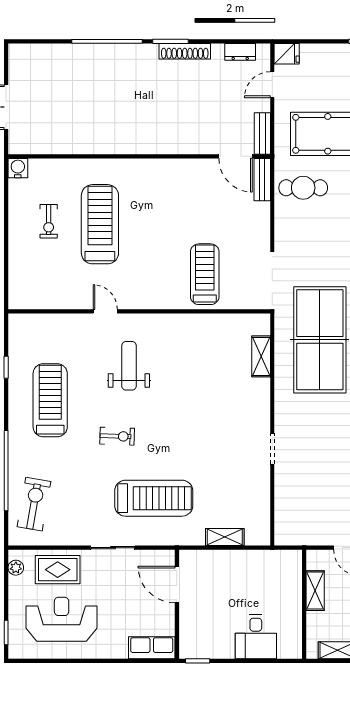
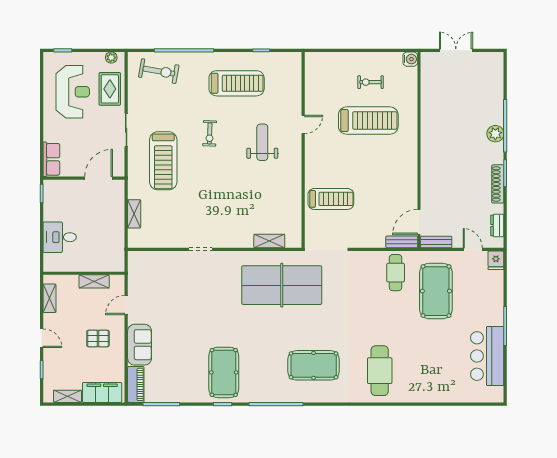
plant: (118, 54) -> (495, 134), added
weight bench: (129, 366) -> (262, 142), turned -90

